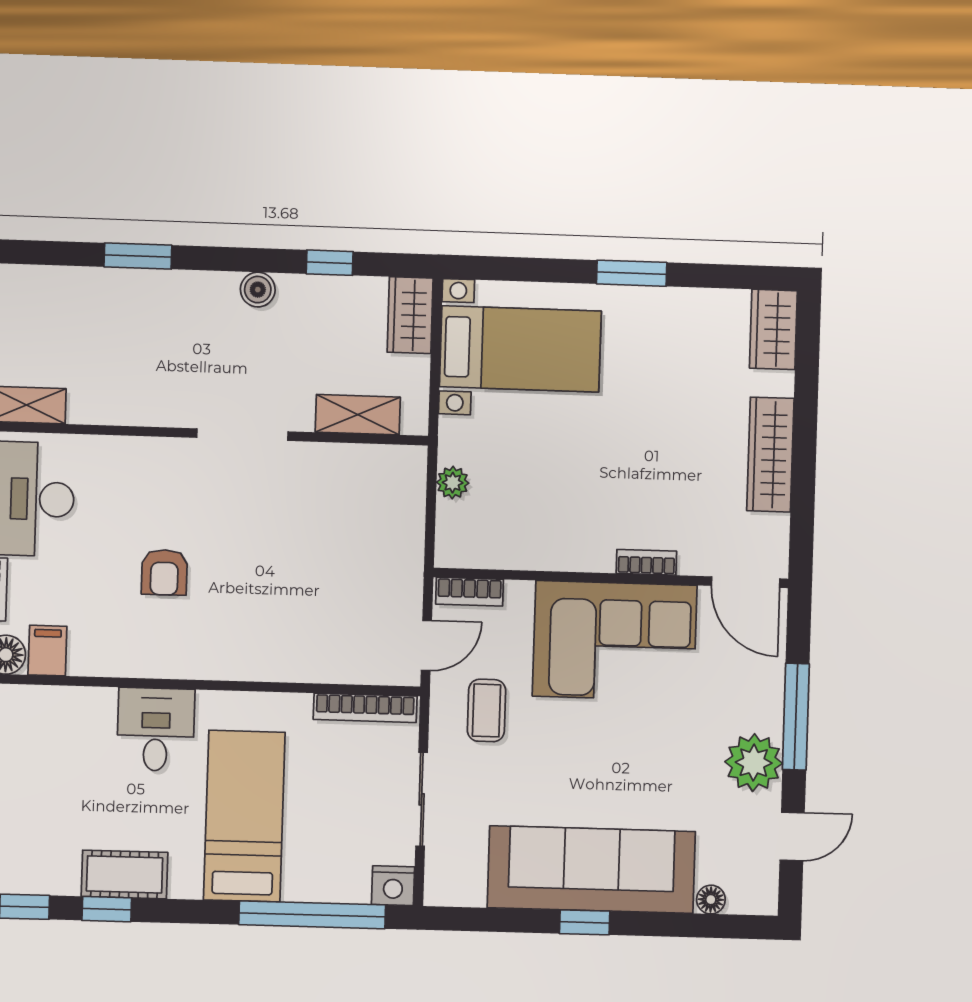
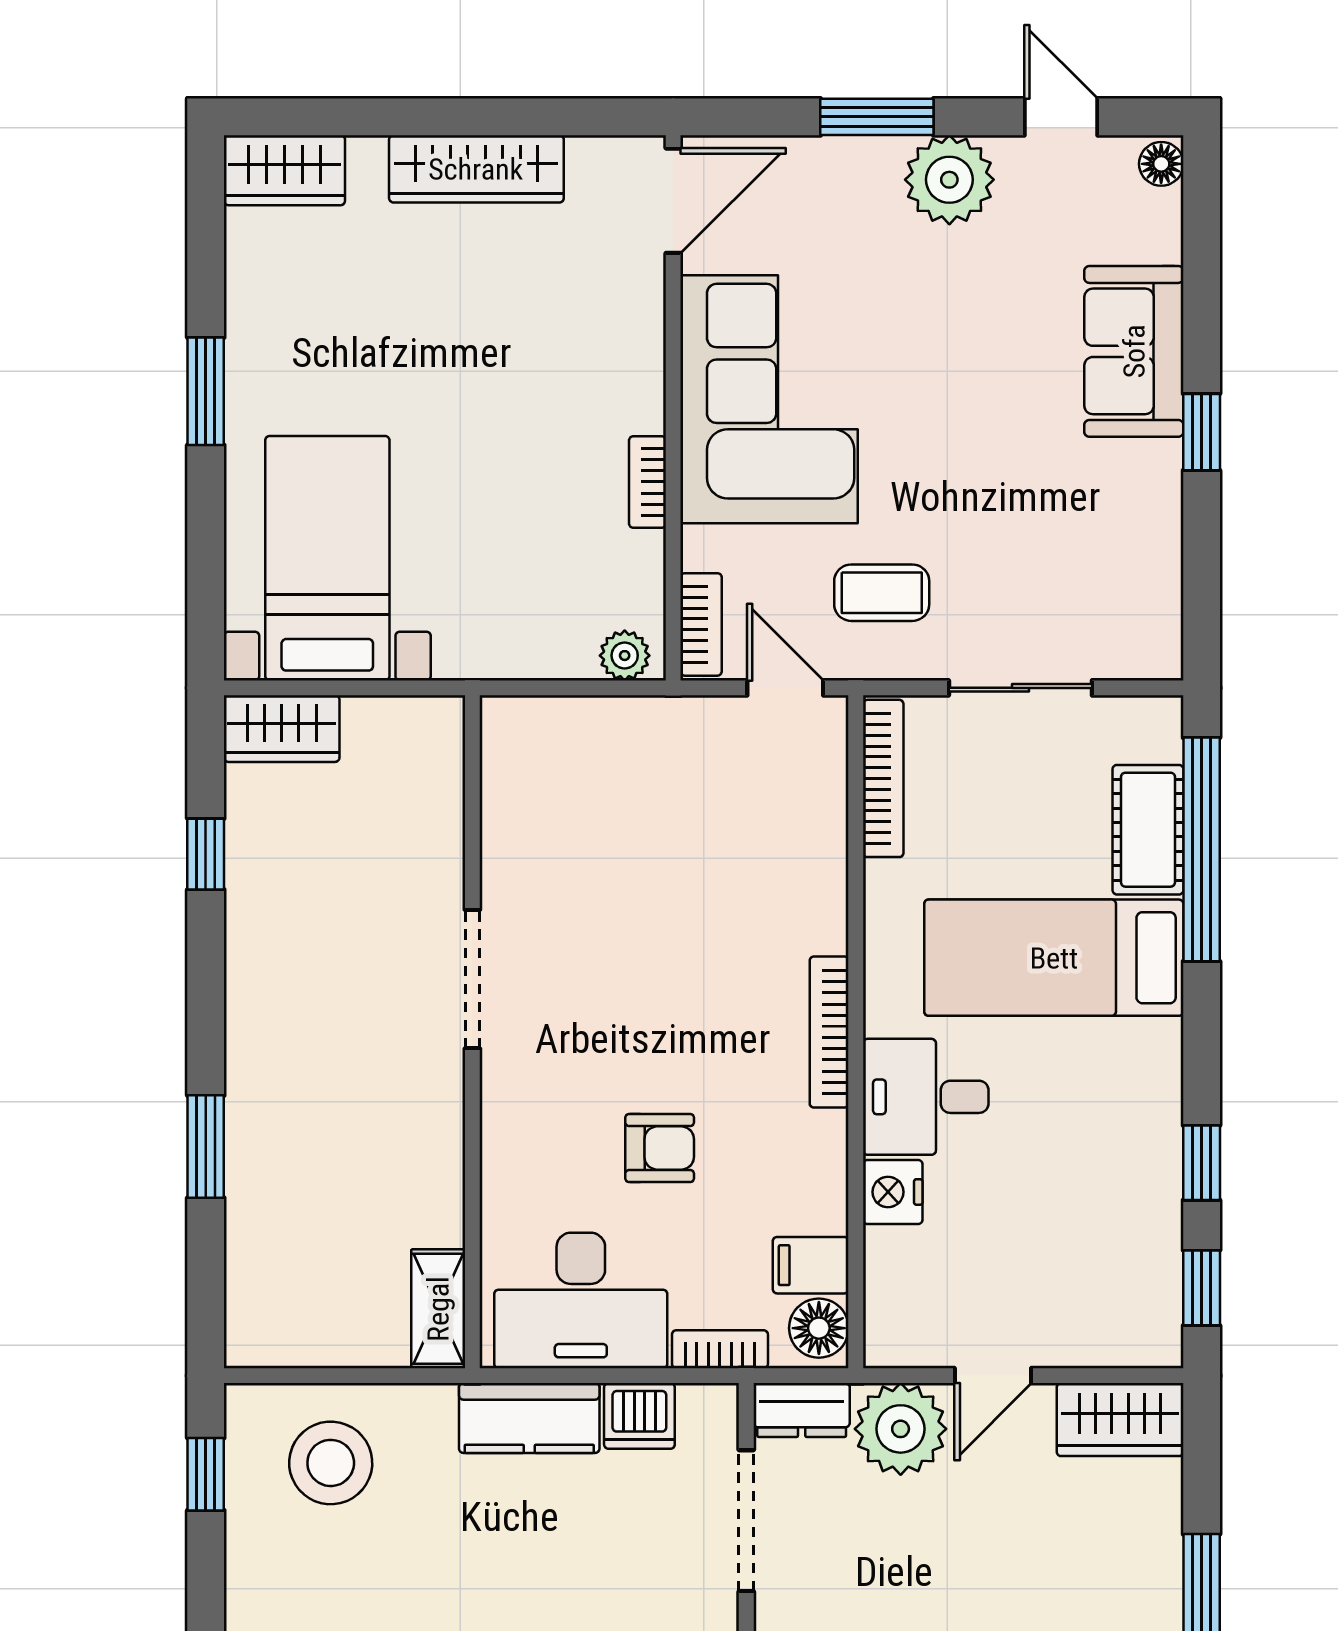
boiler: (258, 290) -> (250, 962), removed
shelving: (358, 415) -> (436, 804), removed
plant: (453, 483) -> (625, 656), moved
bookcase: (646, 562) -> (648, 482), moved
armchair: (164, 572) -> (660, 1148), moved
bookcase: (200, 667) -> (829, 1032), added
window: (796, 717) -> (877, 117), width x0.69
sofa: (591, 870) -> (1134, 351), width x0.54, depth x0.79
cot: (125, 874) -> (1148, 830), moved
nightstand: (393, 886) -> (893, 1192), moved, turned 180
floor lamp: (711, 900) -> (1161, 164), moved

